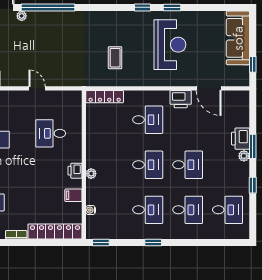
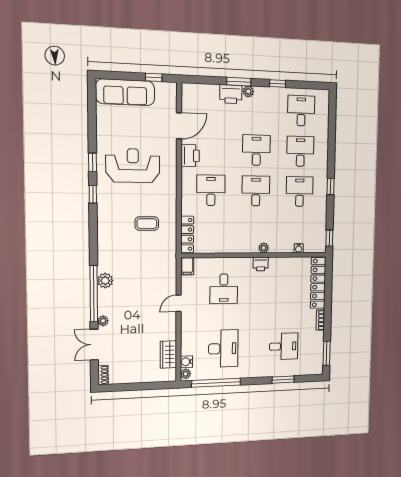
plant: (61, 18) -> (105, 281), added
filing cabinet: (73, 195) -> (187, 266), moved

